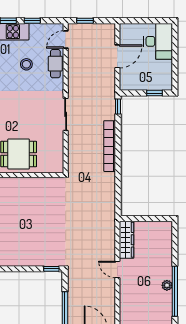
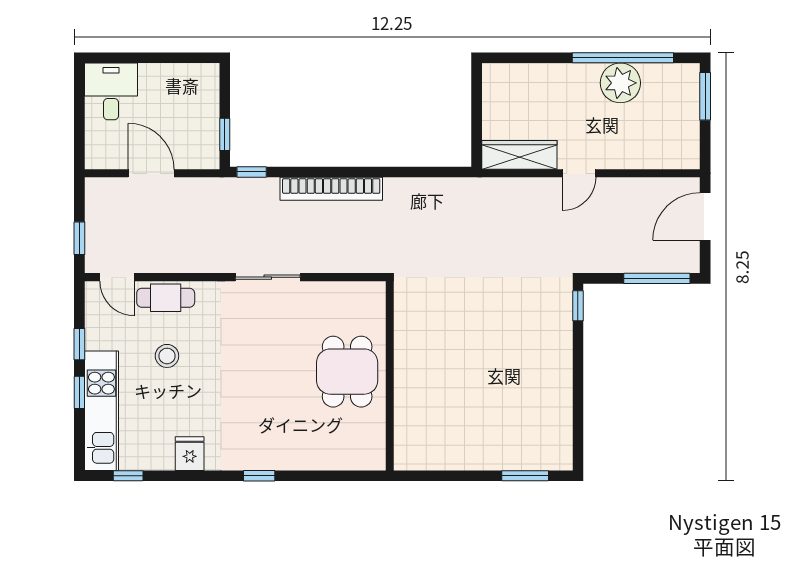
desk: (158, 41) -> (111, 91), width x0.73
window: (155, 93) -> (225, 134), moved
plant: (167, 285) -> (620, 83), width x1.87, depth x1.87

